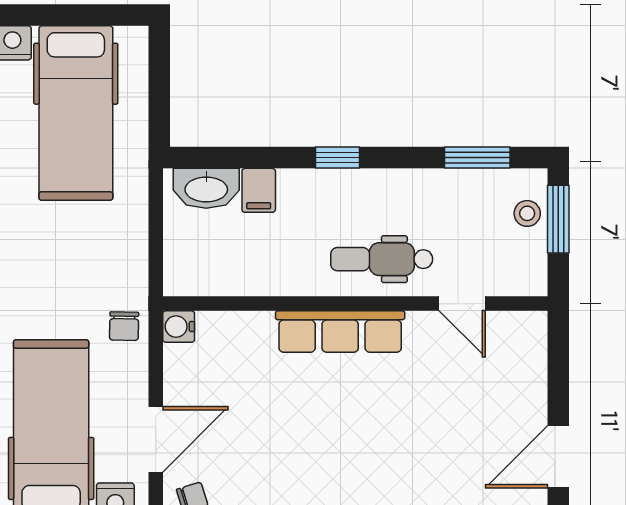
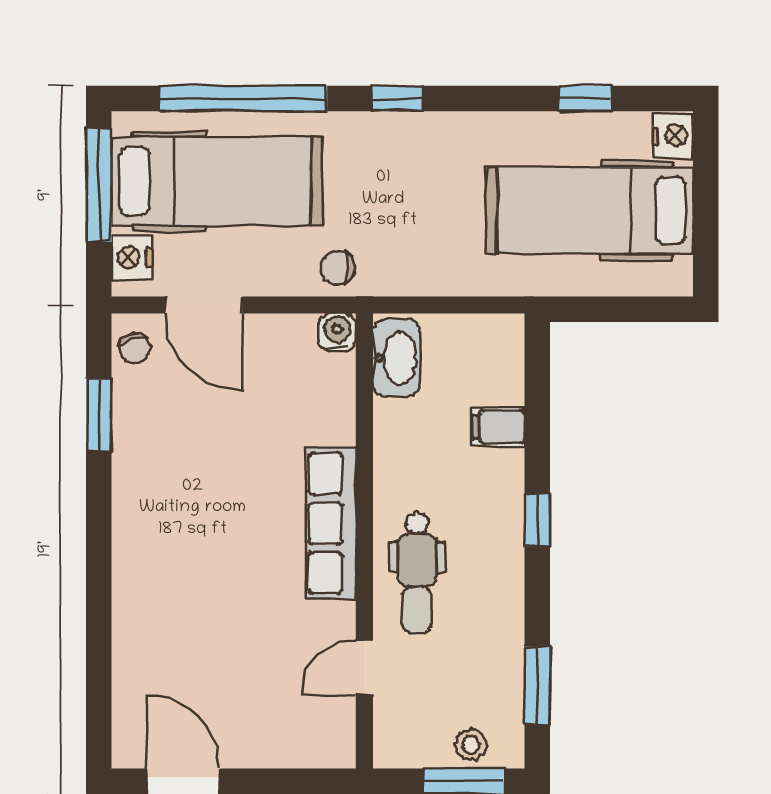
washbasin: (206, 188) -> (397, 358), moved, turned 180
dental chair: (382, 259) -> (417, 572), turned 180

